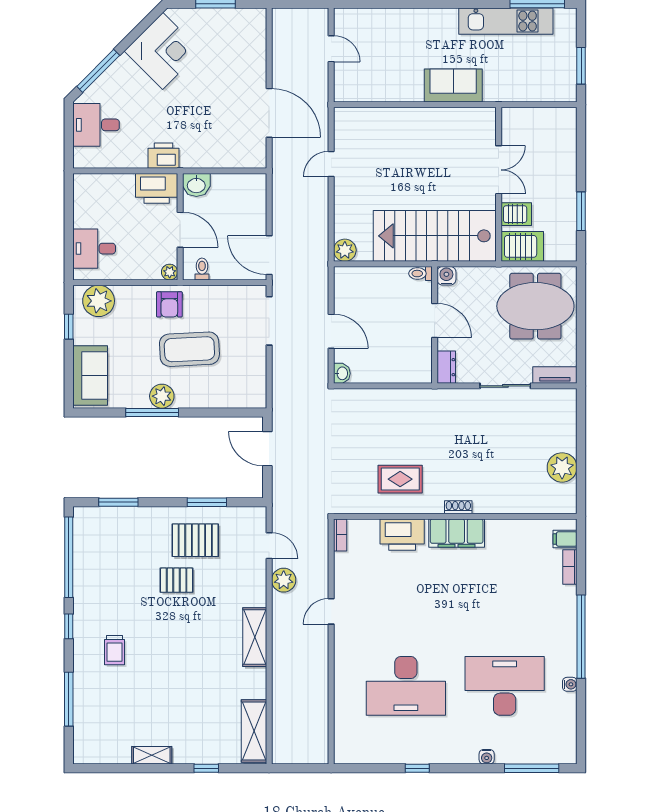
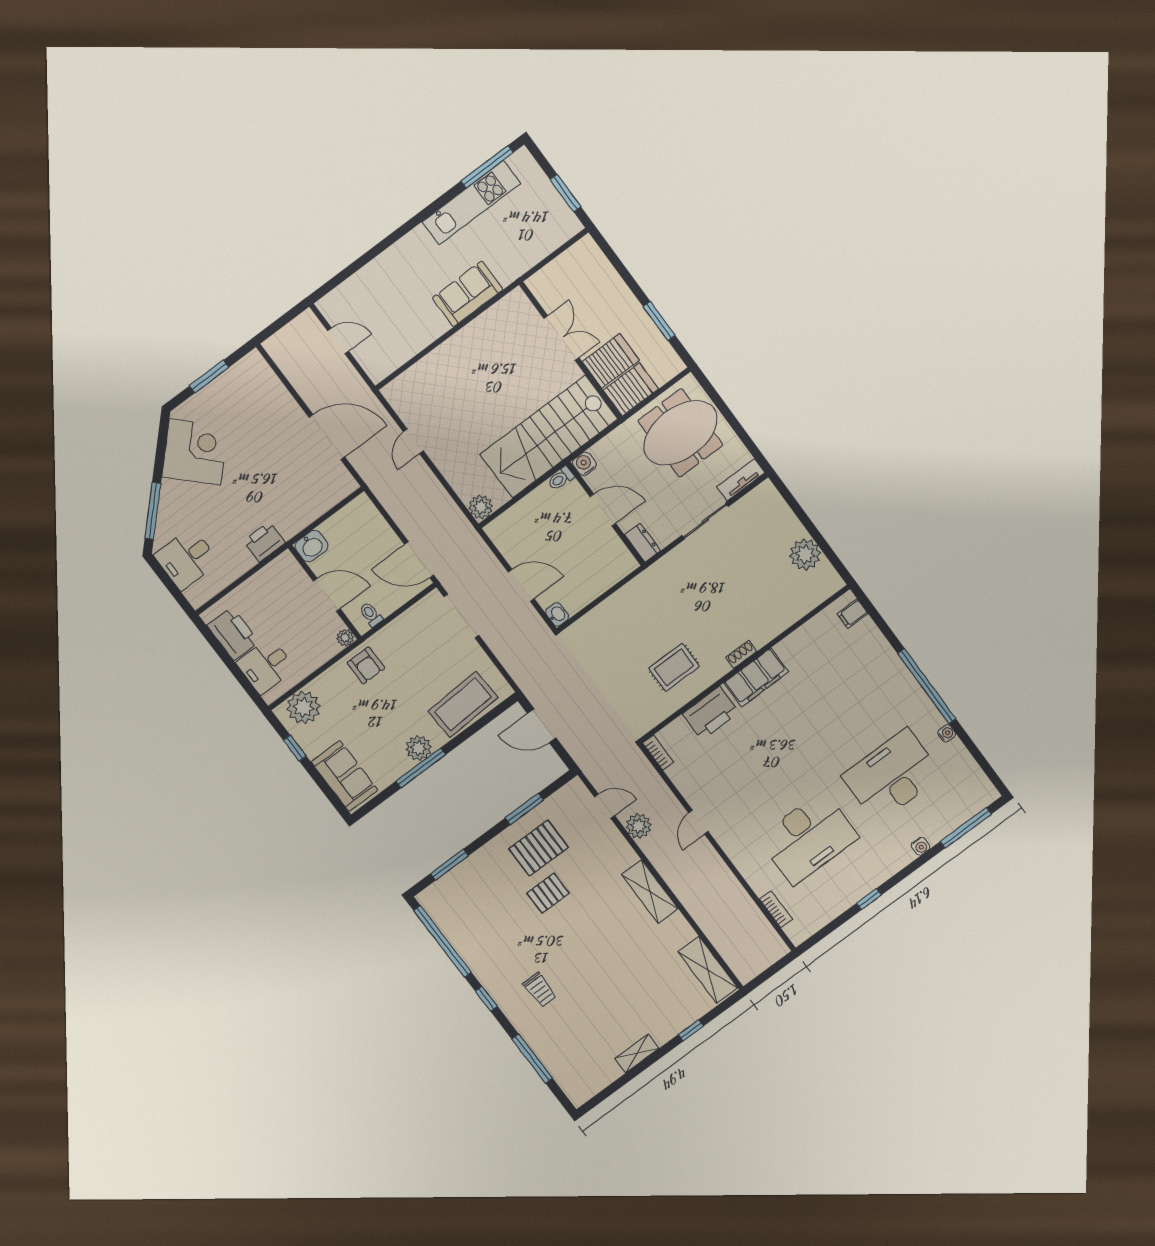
printer: (157, 188) -> (233, 634), moved, turned -90
server rack: (516, 214) -> (611, 361), width x1.36, depth x1.44
coffee table: (189, 349) -> (463, 704), moved
bookcase: (570, 567) -> (776, 909), moved, turned 180

